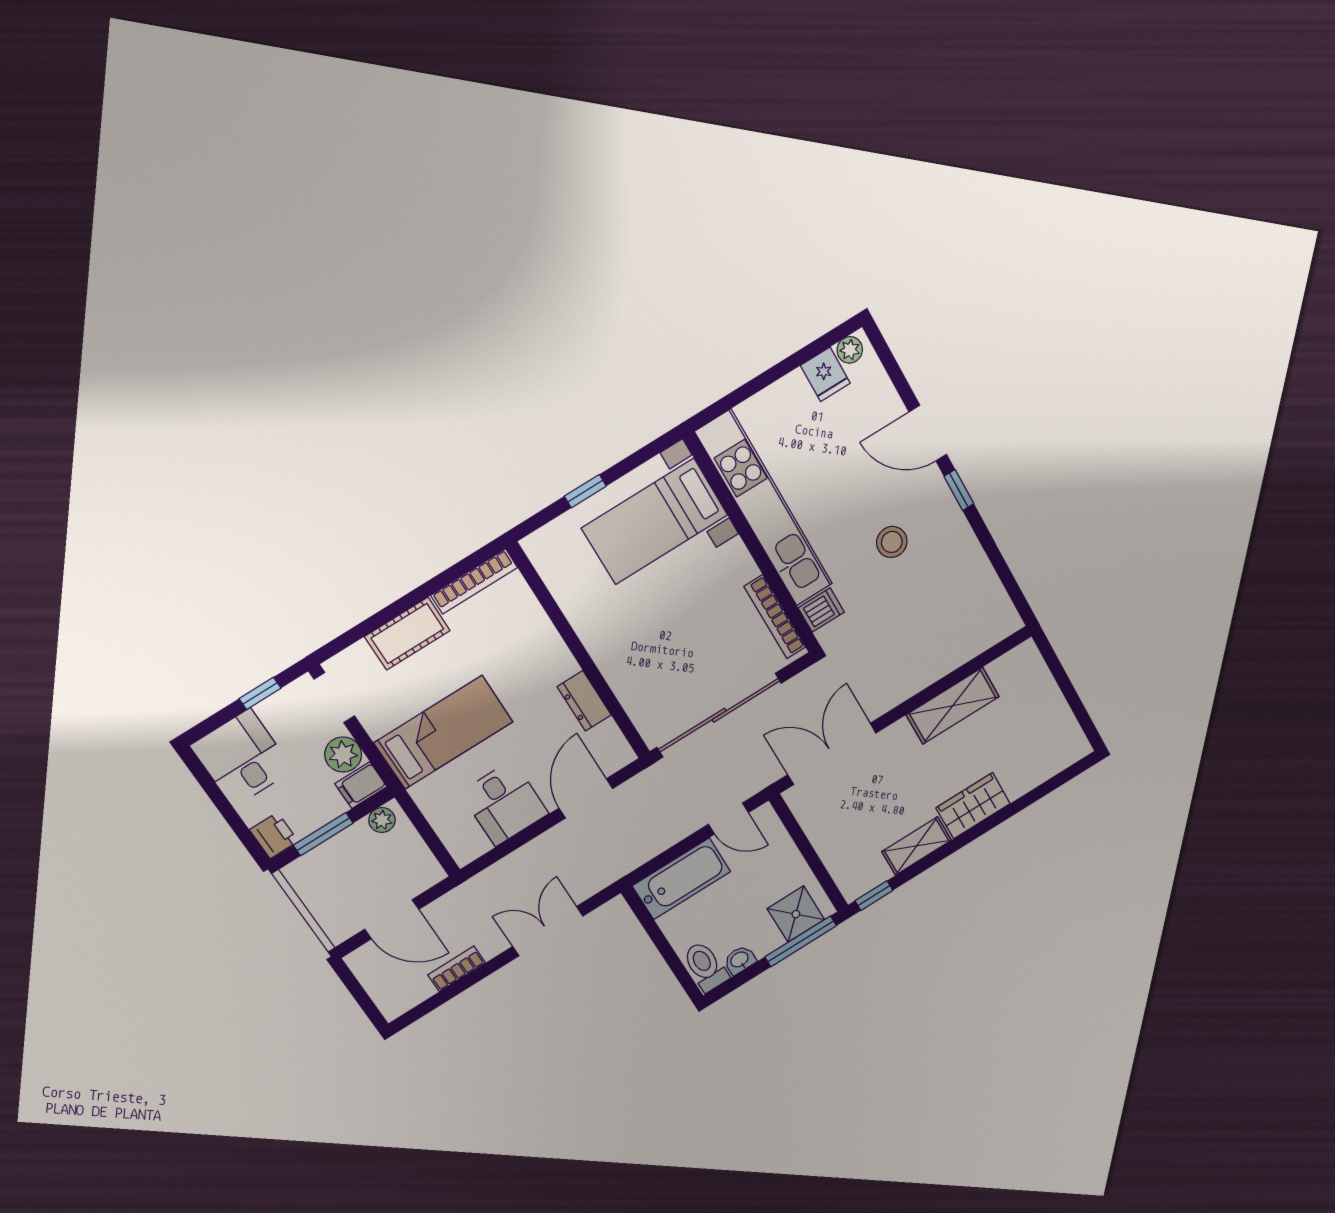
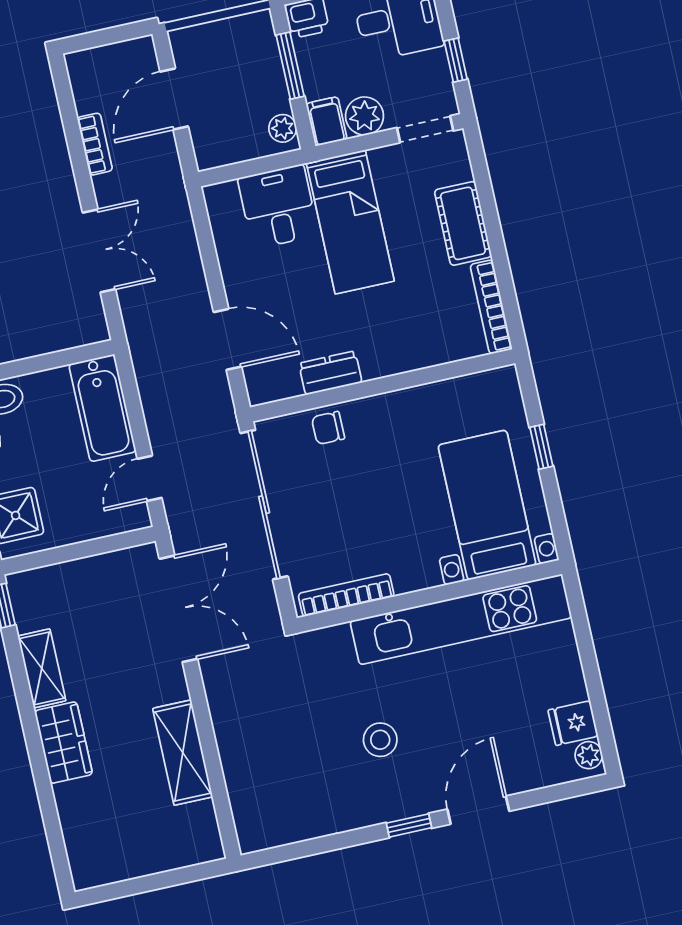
dishwasher: (821, 610) -> (336, 645), removed
chair: (633, 685) -> (328, 428), added
desk: (504, 803) -> (278, 207), moved, turned 90

